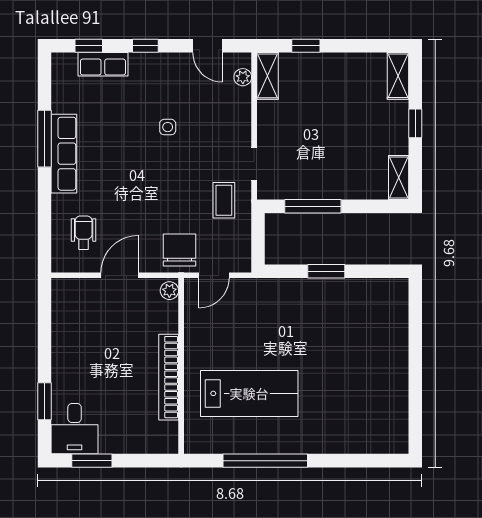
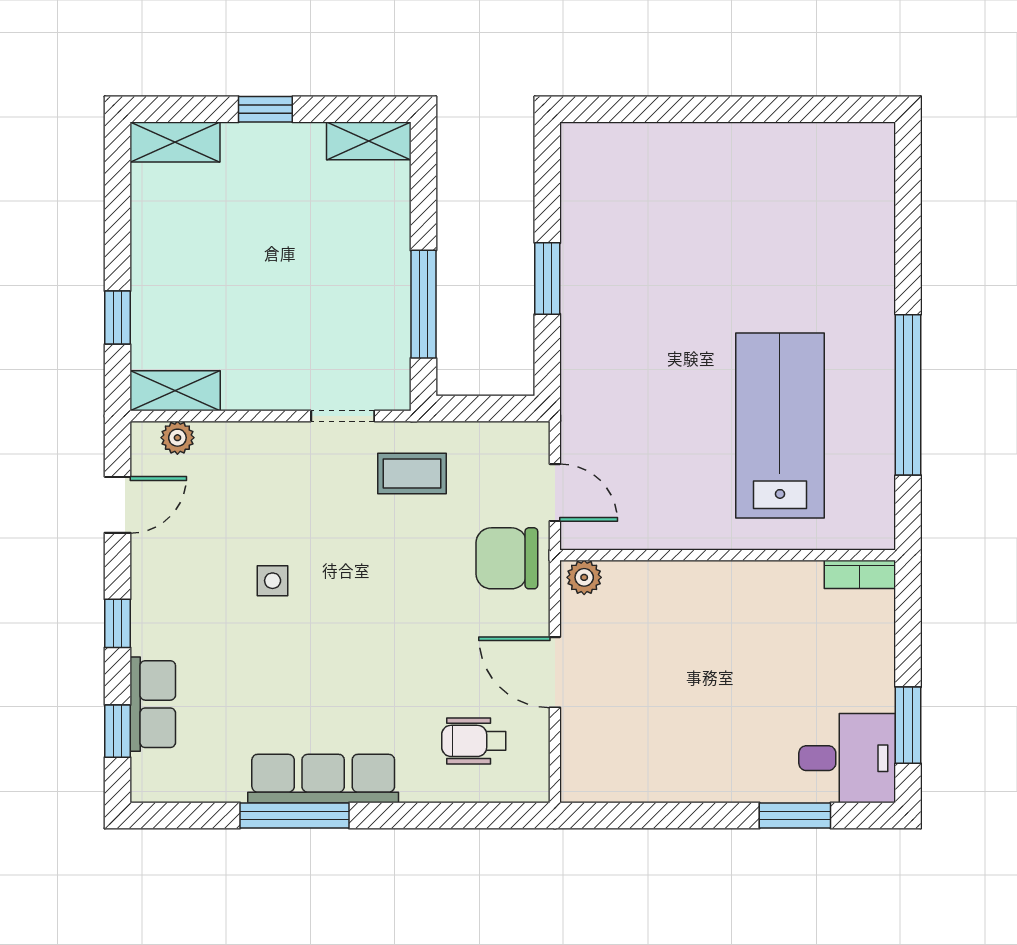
bookcase: (169, 377) -> (860, 574), moved, width x0.43, depth x0.76

